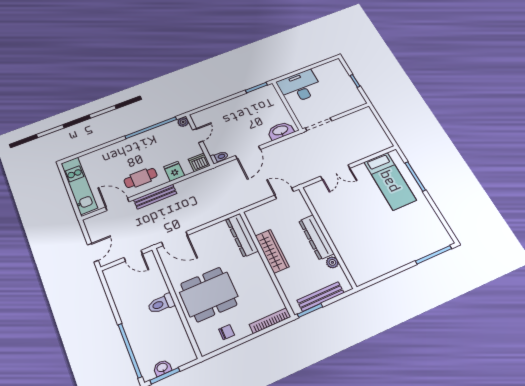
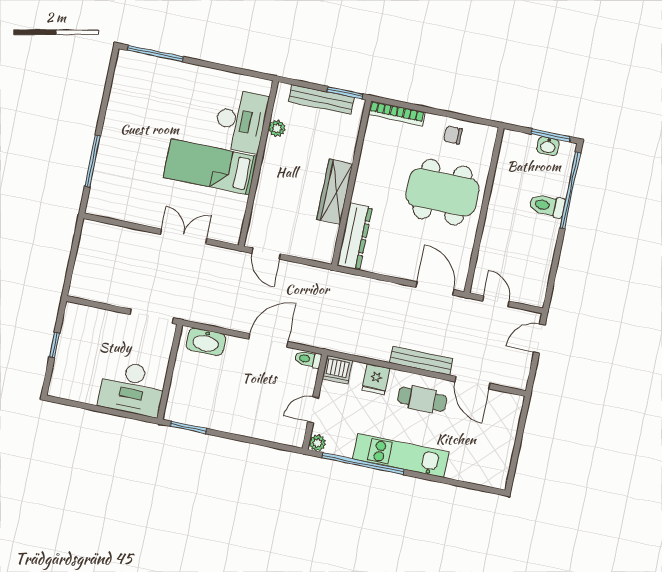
bed: (390, 181) -> (210, 167), moved, turned -90
kitchen unit: (79, 185) -> (401, 455), moved, turned 90
dresser: (316, 237) -> (271, 171), removed
desk: (356, 252) -> (241, 121), added
toilet: (161, 304) -> (547, 206), moved, turned 180

